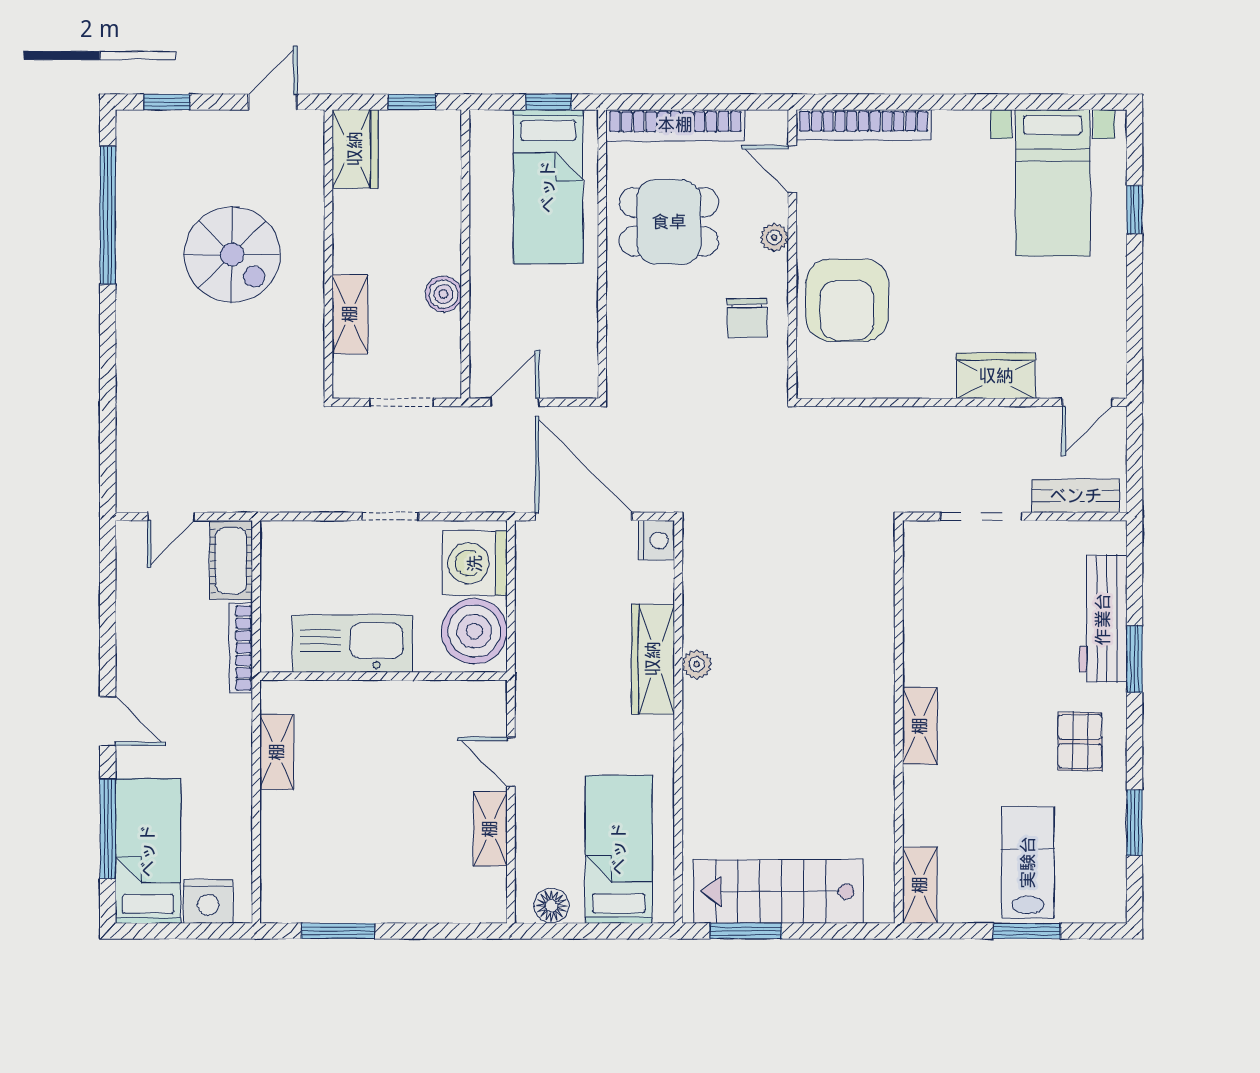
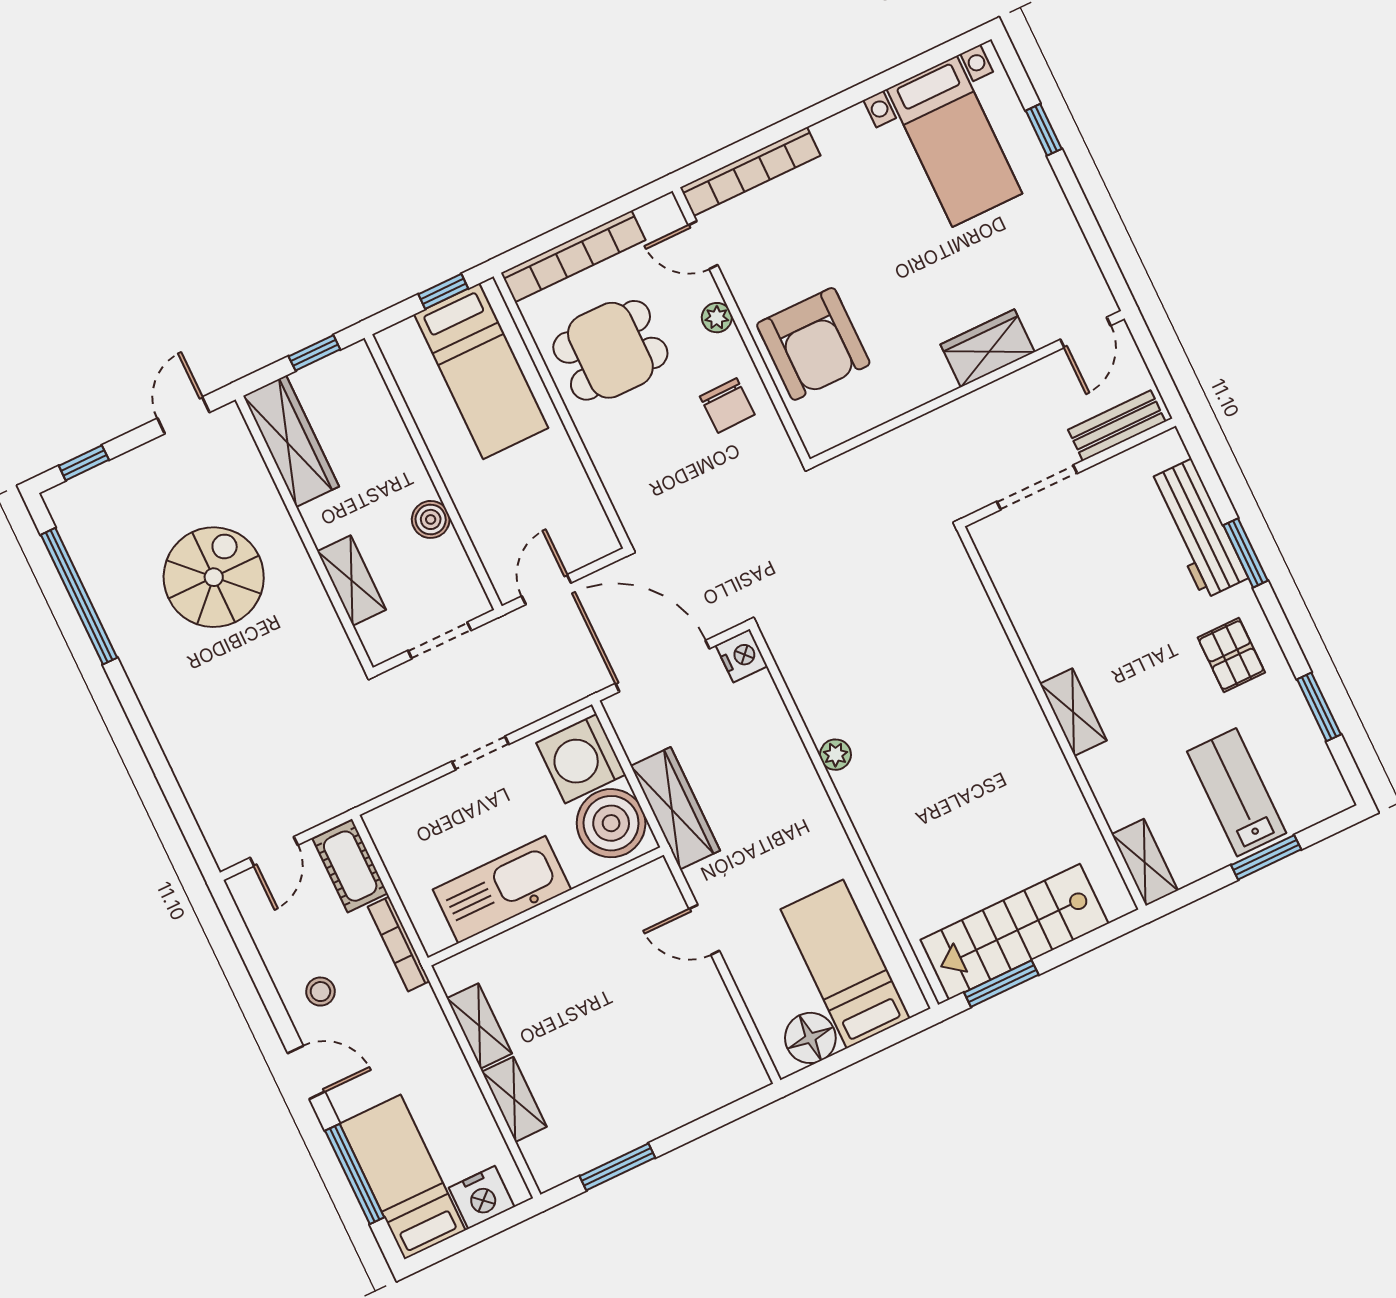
wardrobe: (355, 149) -> (291, 441), width x1.50
spiral stairs: (232, 254) -> (214, 577), turned -90
stool: (154, 657) -> (320, 992), added
wardrobe: (653, 659) -> (675, 808), moved, turned 180
shelving: (490, 829) -> (514, 1099), moved
floor lamp: (551, 906) -> (810, 1038), width x1.38, depth x1.38

